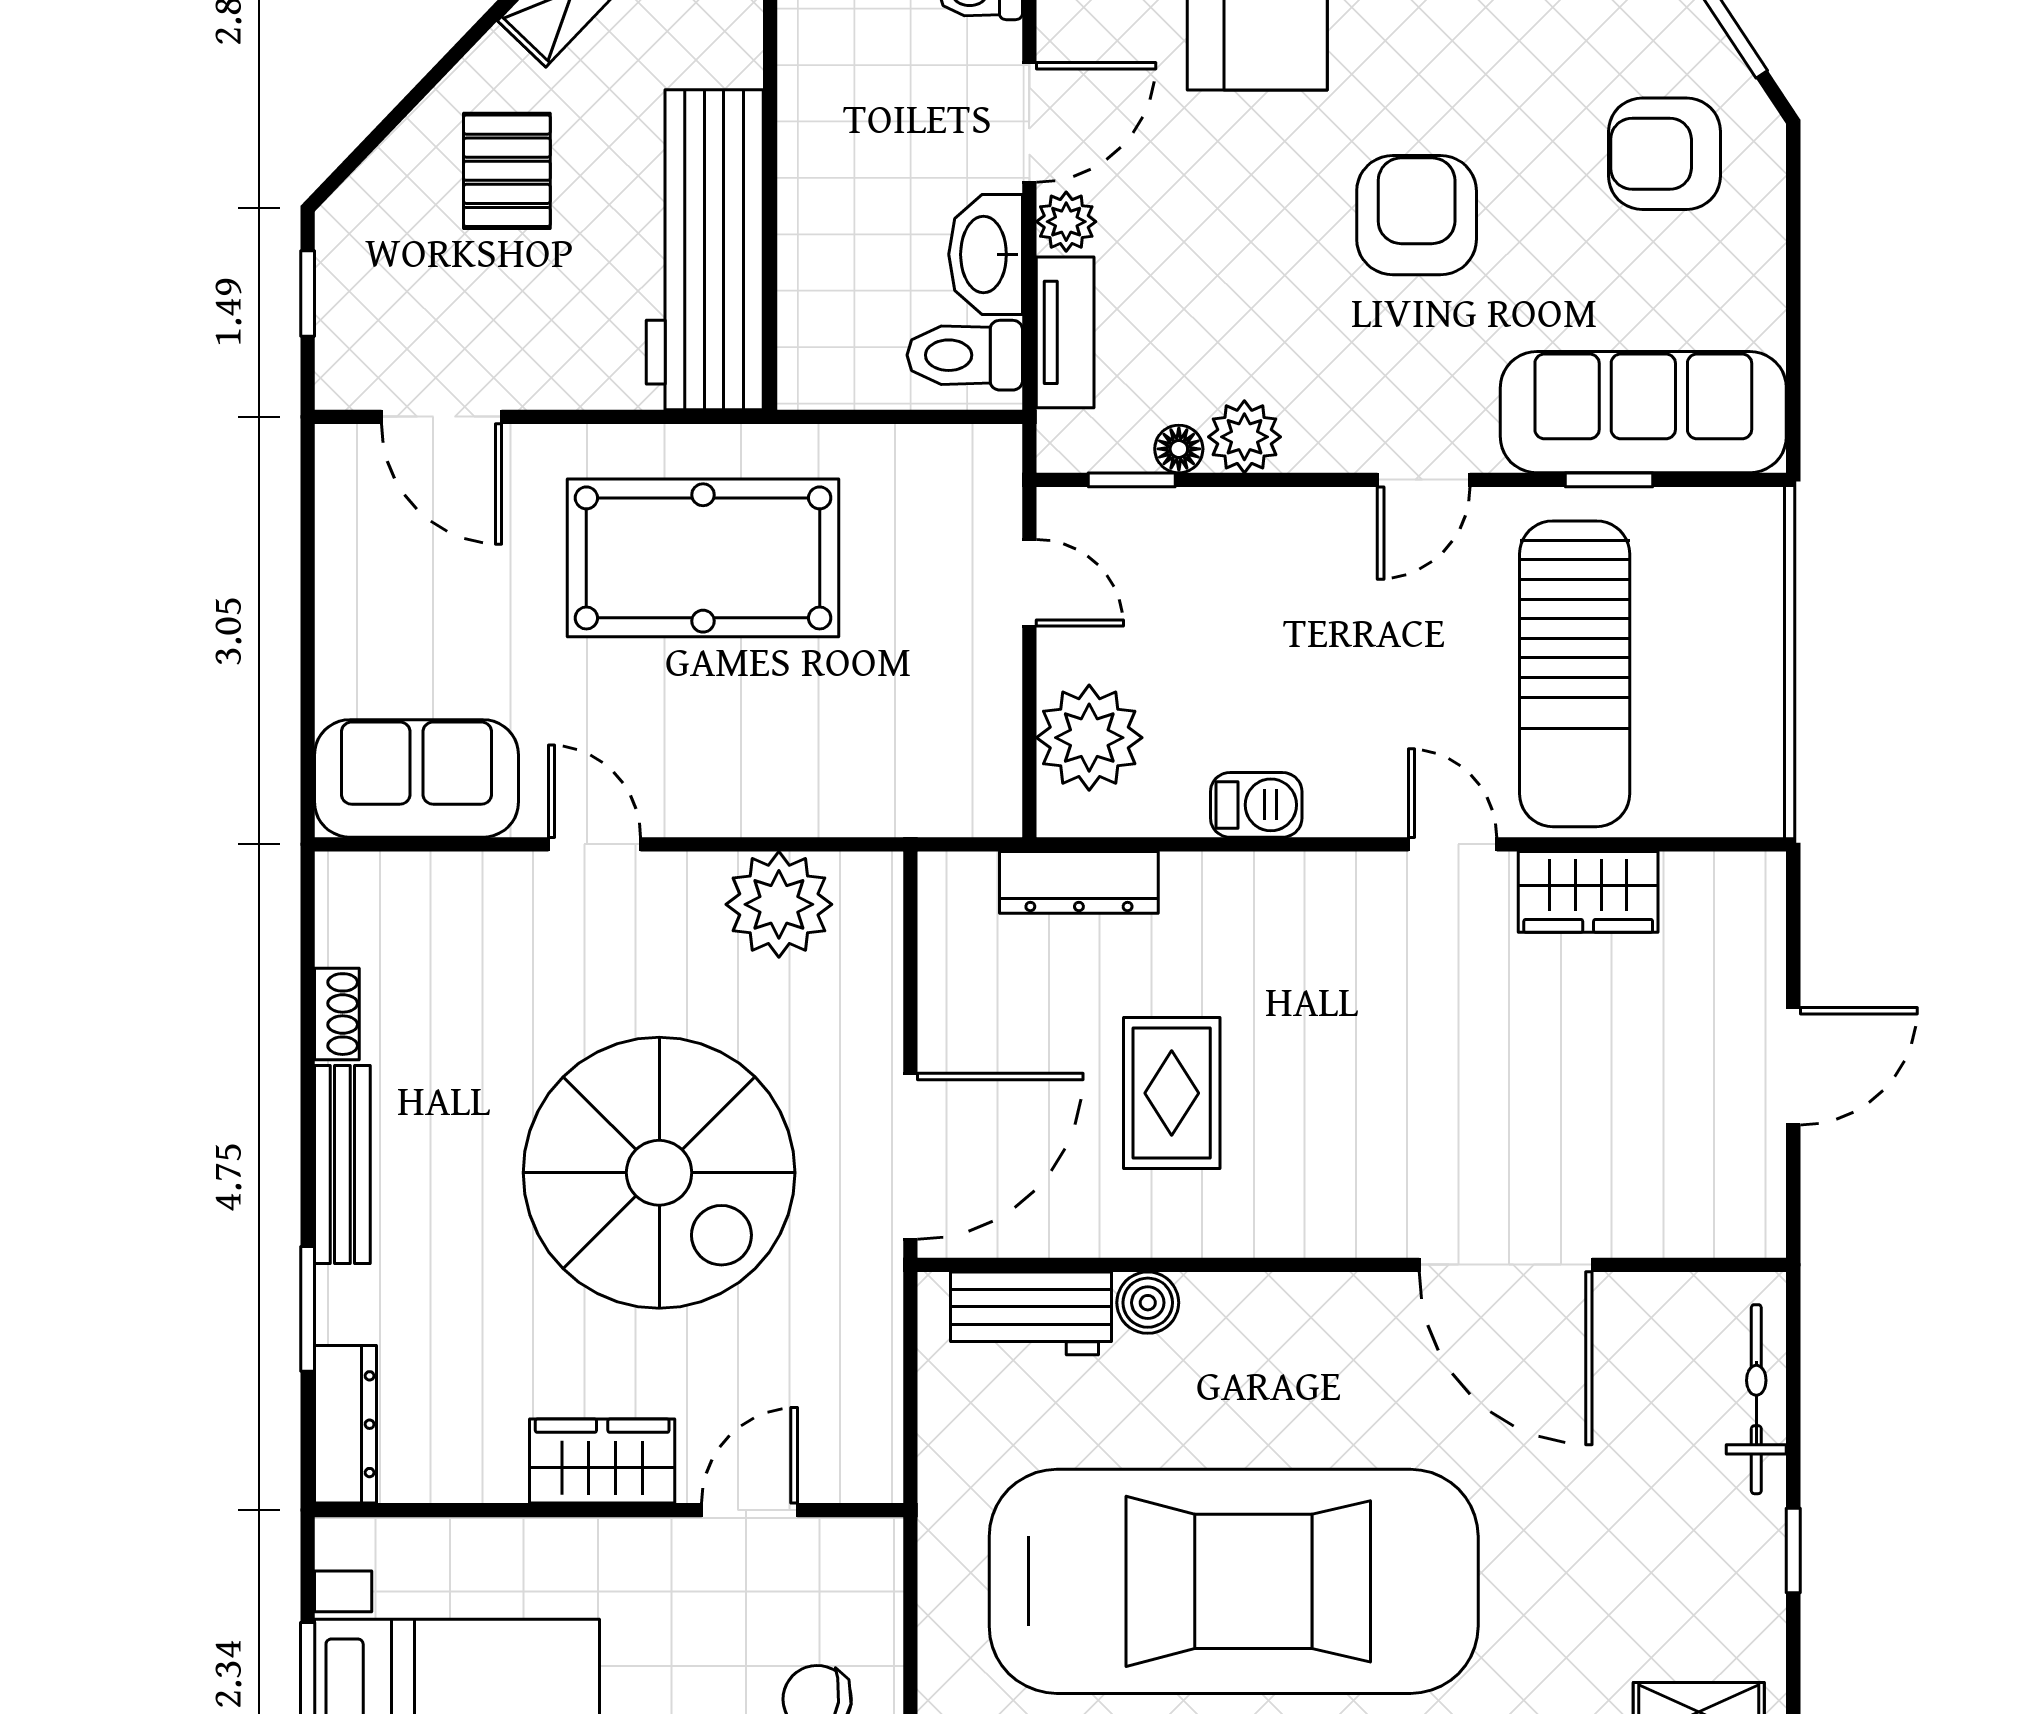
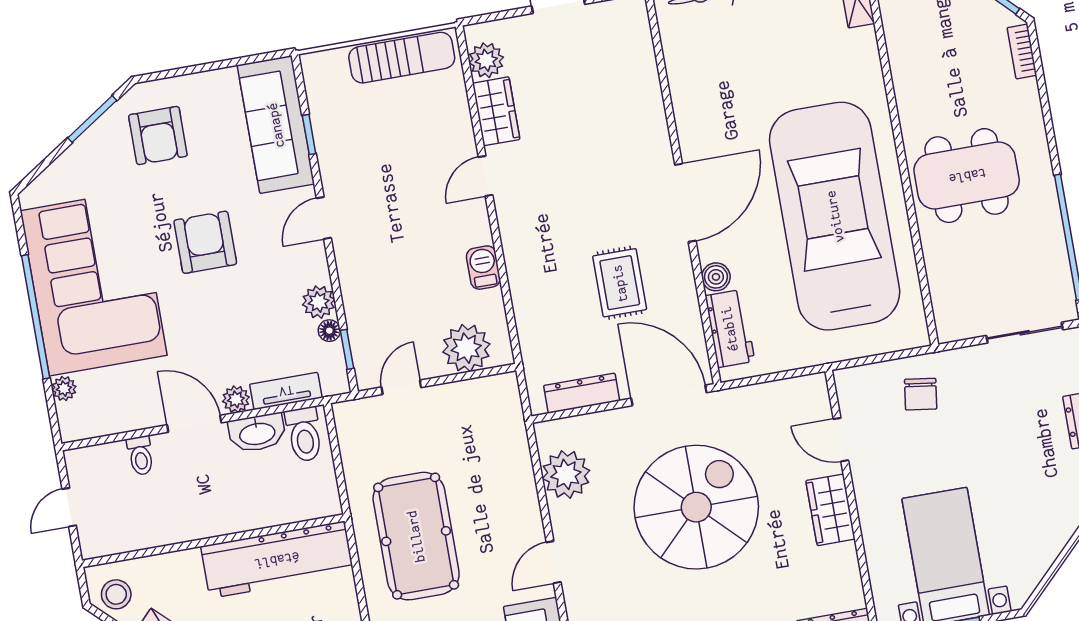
armchair: (1417, 215) -> (205, 242), turned 90
door: (1424, 480) -> (324, 218), swing flipped
sun lounger: (1575, 674) -> (402, 58), moved, width x0.73, depth x0.75
dresser: (1079, 882) -> (582, 393), moved, turned -90
plant: (1702, 890) -> (486, 60), added
rug: (1172, 1093) -> (620, 283), turned 90
door: (1506, 1265) -> (685, 203), moved

